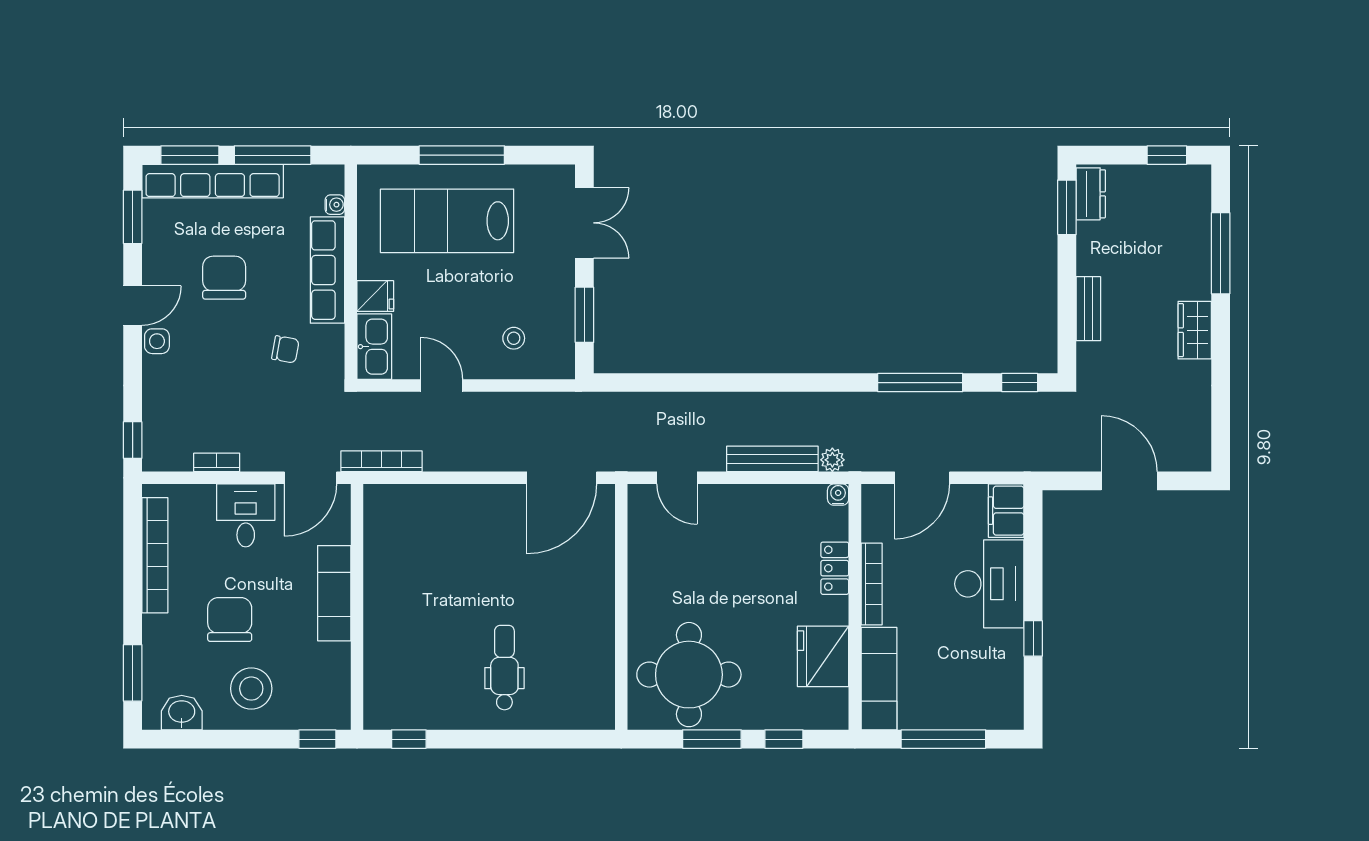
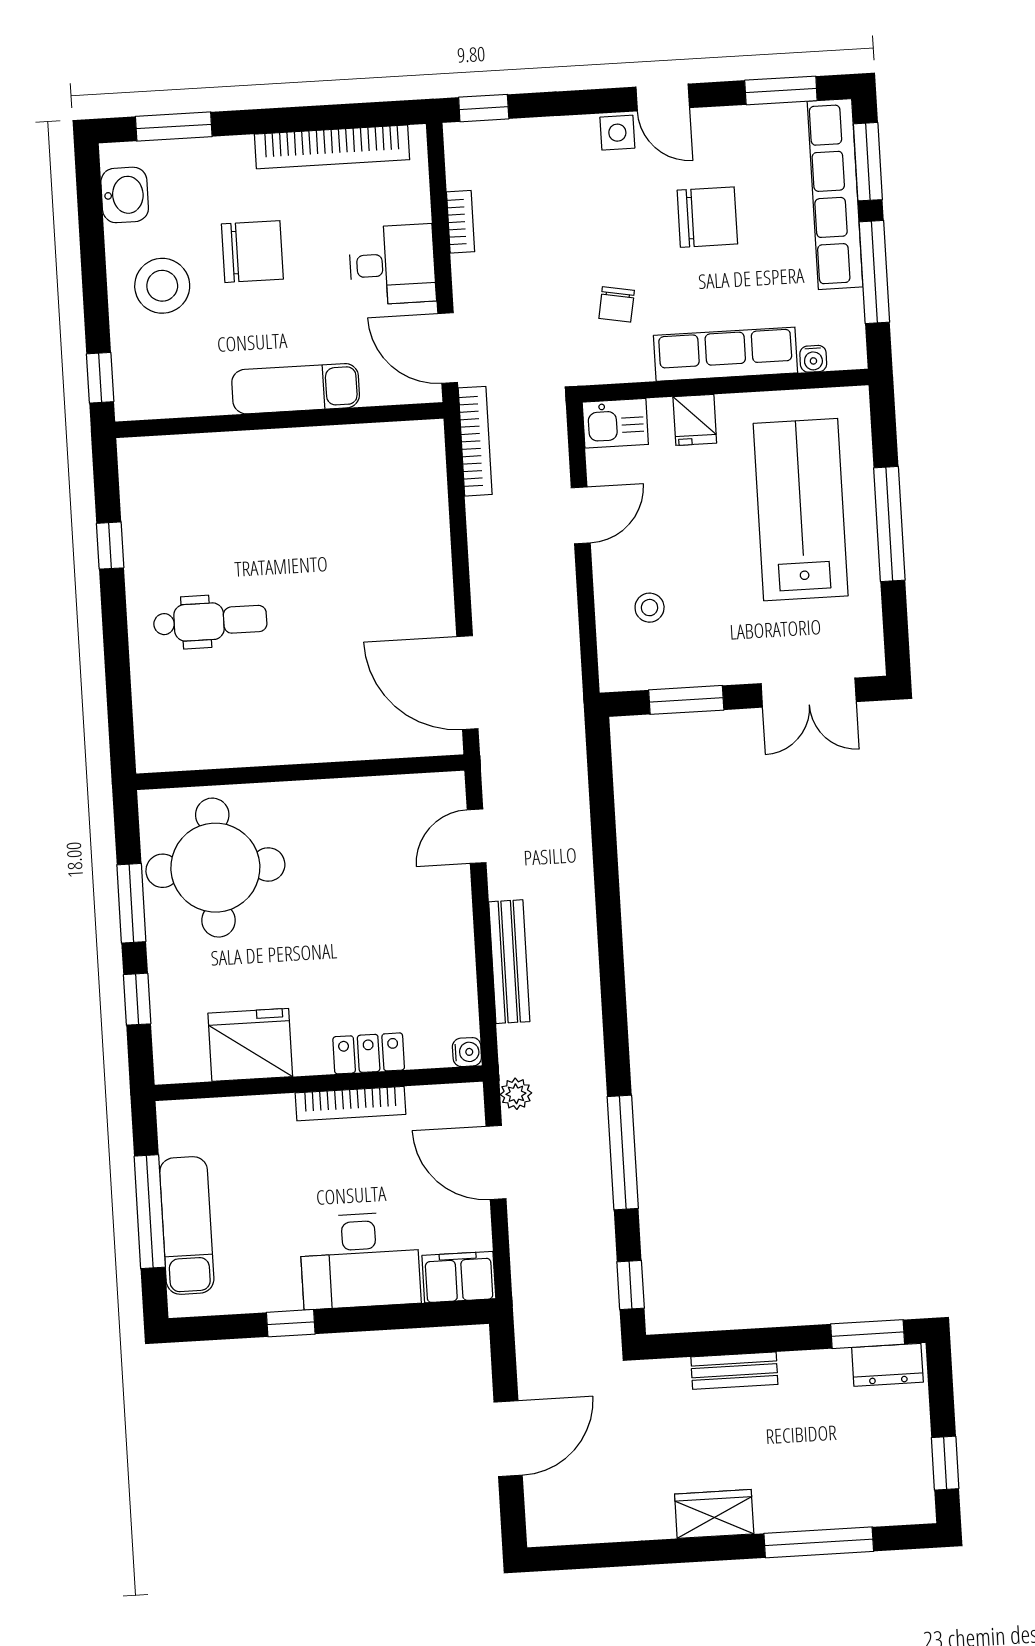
kitchen sink: (374, 347) -> (615, 423), width x0.73
plant: (832, 460) -> (516, 1094), moved
exam couch: (879, 679) -> (187, 1225), moved, turned -90
window: (409, 739) -> (110, 546), moved

